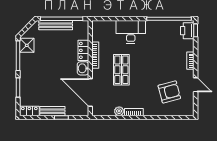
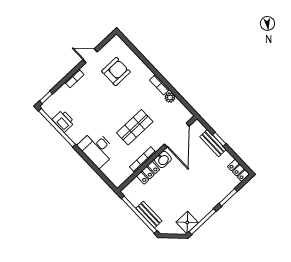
bench: (56, 25) -> (149, 215), width x0.73
printer: (187, 31) -> (63, 121), moved, turned -90
door: (196, 85) -> (90, 56), hinge flipped
armchair: (169, 92) -> (116, 72), turned 105
bench: (52, 111) -> (213, 143), moved

